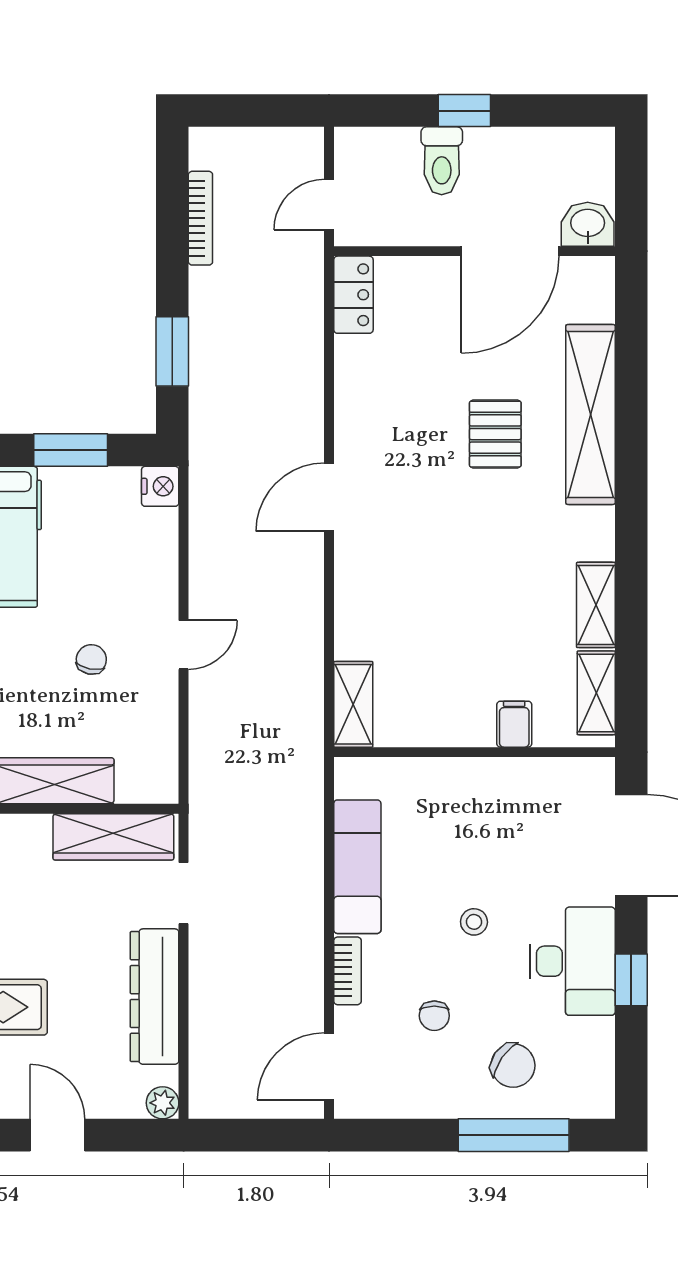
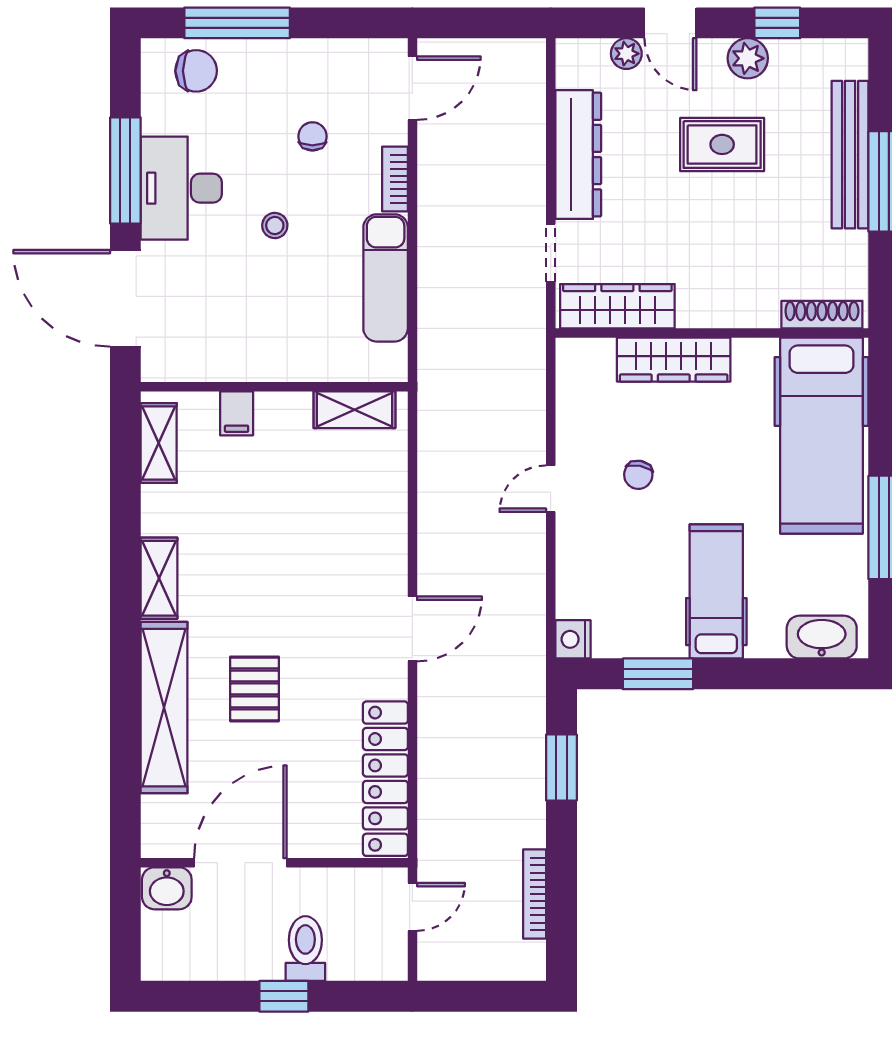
locker: (353, 295) -> (385, 779), width x2.16, depth x1.21
shelving: (596, 605) -> (159, 578), moved
shelving: (353, 704) -> (354, 410), moved, turned 90
window: (631, 980) -> (125, 171), width x2.17
chair: (513, 1066) -> (196, 71), moved, turned 145
plant: (163, 1103) -> (626, 54), moved

